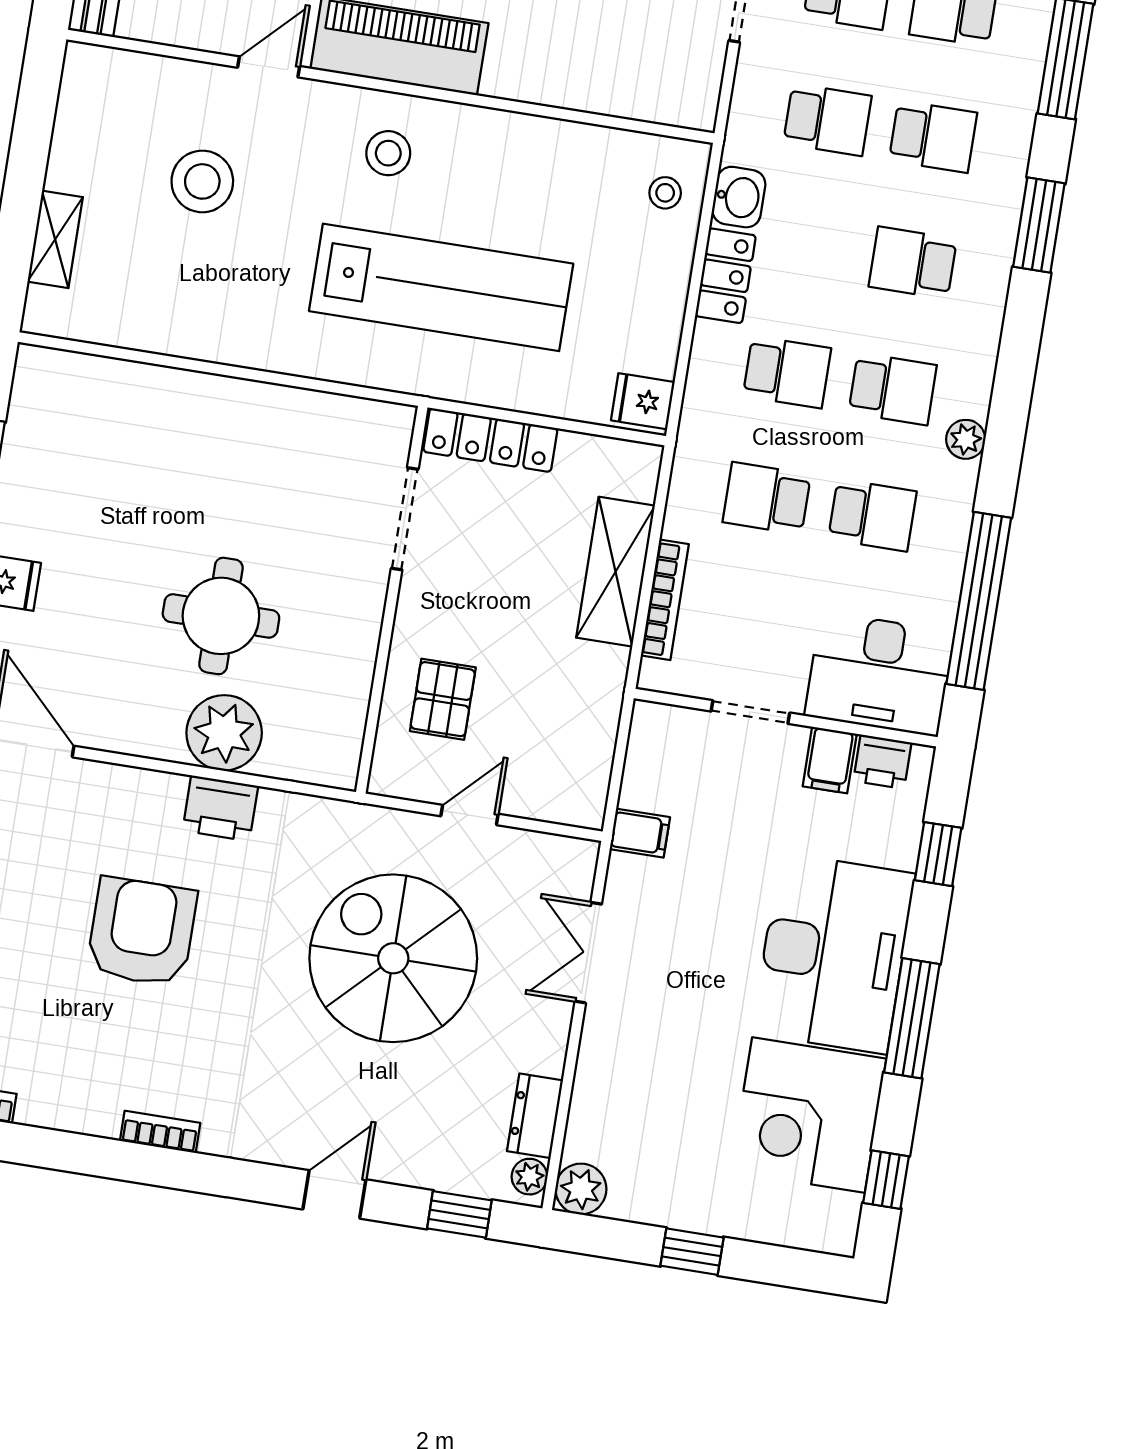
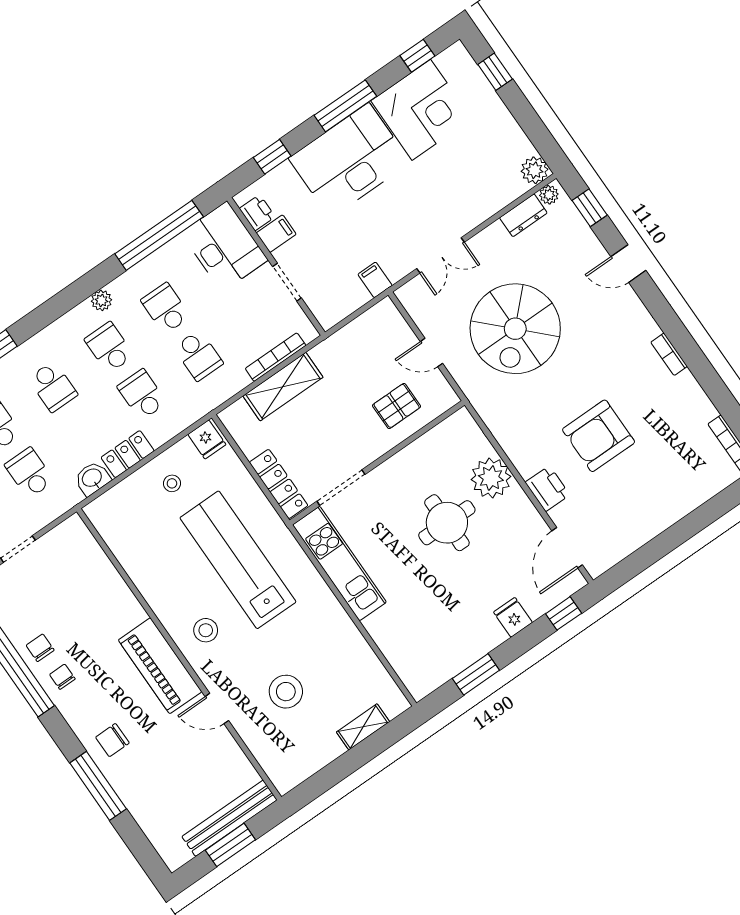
stool: (665, 193) -> (172, 483), moved
kitchen unit: (305, 419) -> (339, 563), added
printer: (220, 808) -> (547, 489), moved
window: (692, 1252) -> (495, 72), moved

